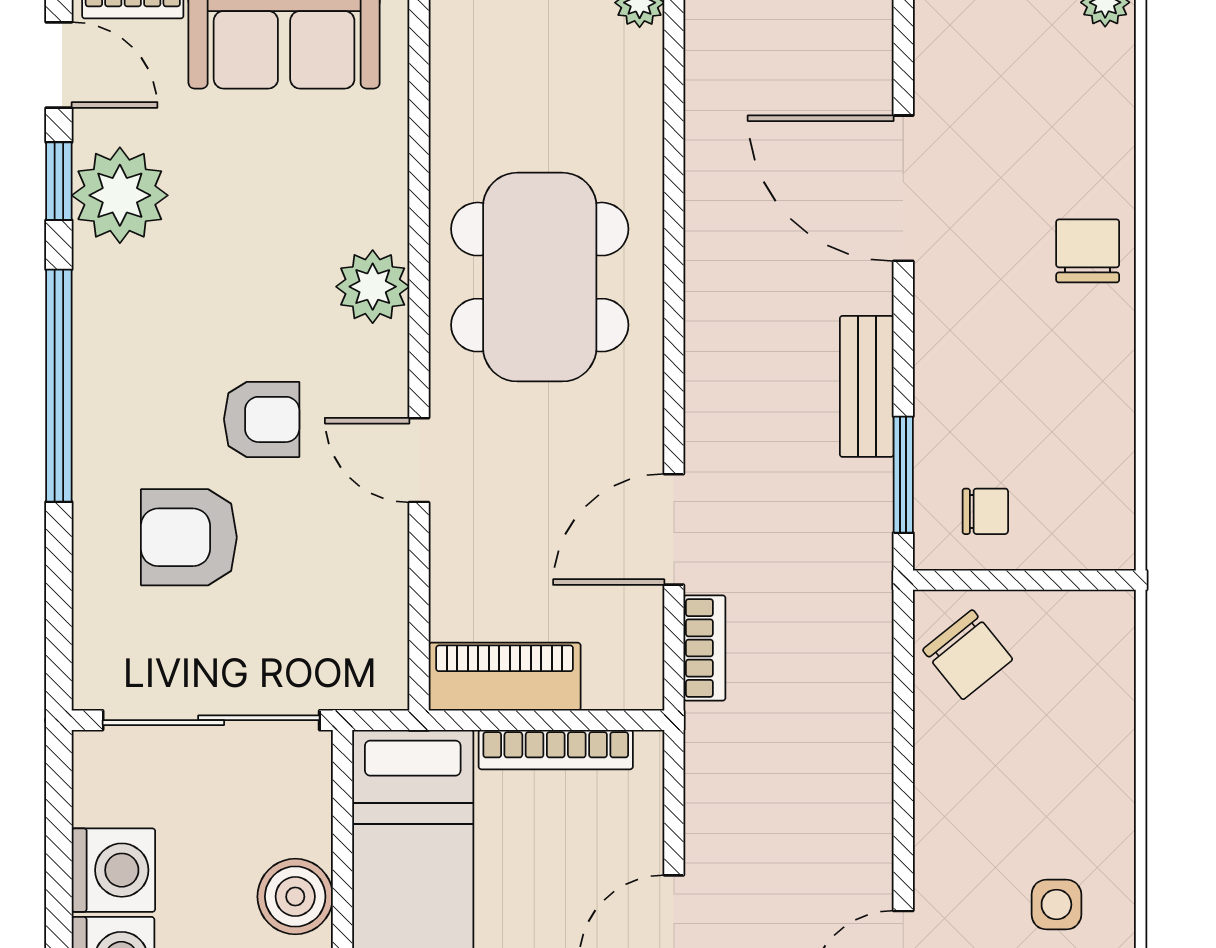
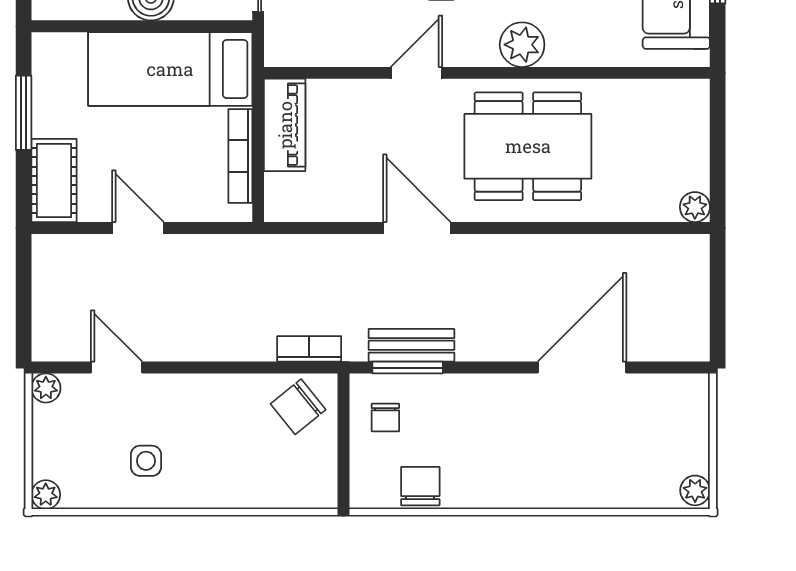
chair: (1088, 251) -> (420, 486), moved, turned -90
bench: (867, 386) -> (411, 345), moved
door: (674, 529) -> (417, 228), moved
bookcase: (704, 648) -> (309, 349), moved, turned 180

